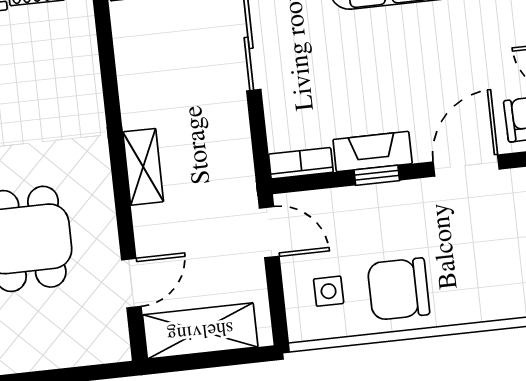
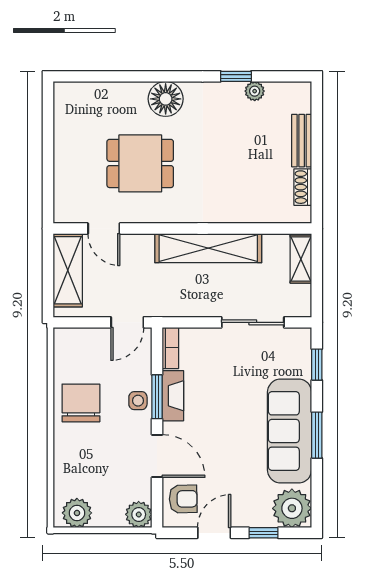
shelving: (143, 167) -> (208, 248), width x2.20, depth x1.33
window: (377, 175) -> (157, 397), width x1.50
side table: (329, 291) -> (138, 401), moved

